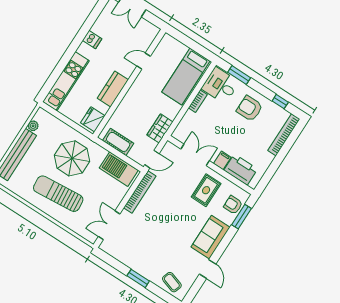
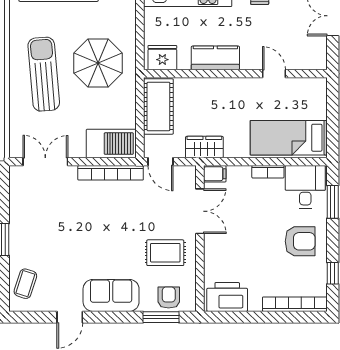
armchair: (250, 108) -> (300, 241), turned 90
cot: (118, 142) -> (158, 106), width x1.37, depth x1.34
filing cabinet: (222, 160) -> (215, 174), moved
barbecue: (119, 169) -> (111, 144), moved, turned 90
printer: (241, 170) -> (227, 297), moved, turned -90

